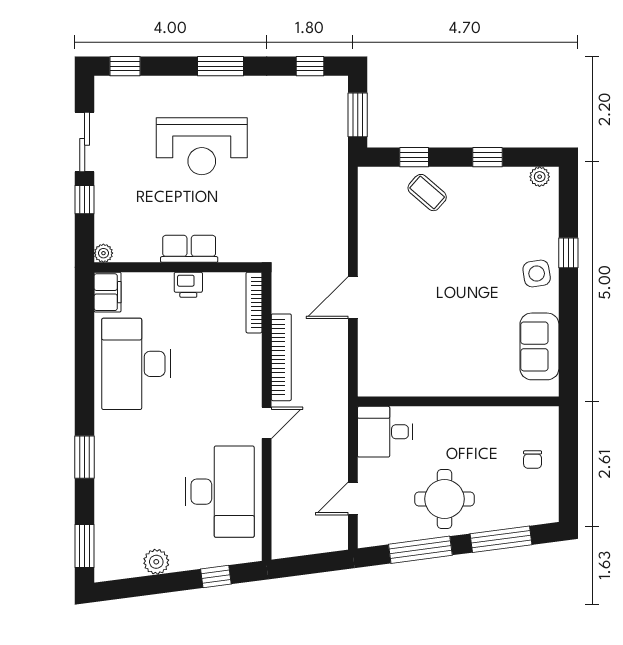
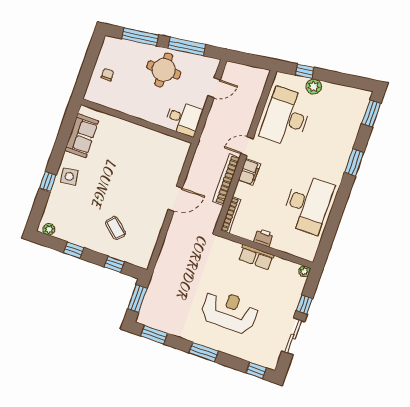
window: (310, 66) -> (154, 335), width x1.50
coffee table: (427, 193) -> (115, 228), moved
filing cabinet: (108, 292) -> (249, 172), moved, turned 180
plant: (156, 562) -> (314, 86), moved

